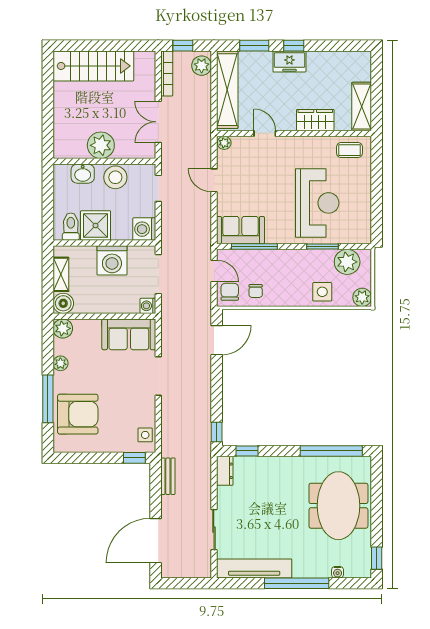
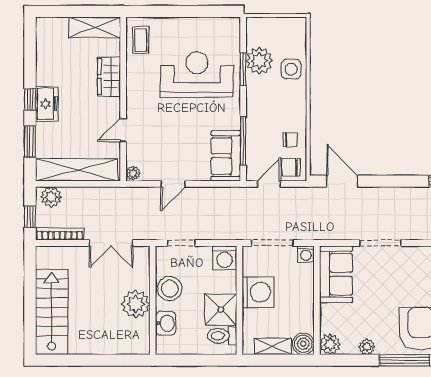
plant: (347, 262) -> (259, 61), moved
plant: (362, 297) -> (297, 27), removed

